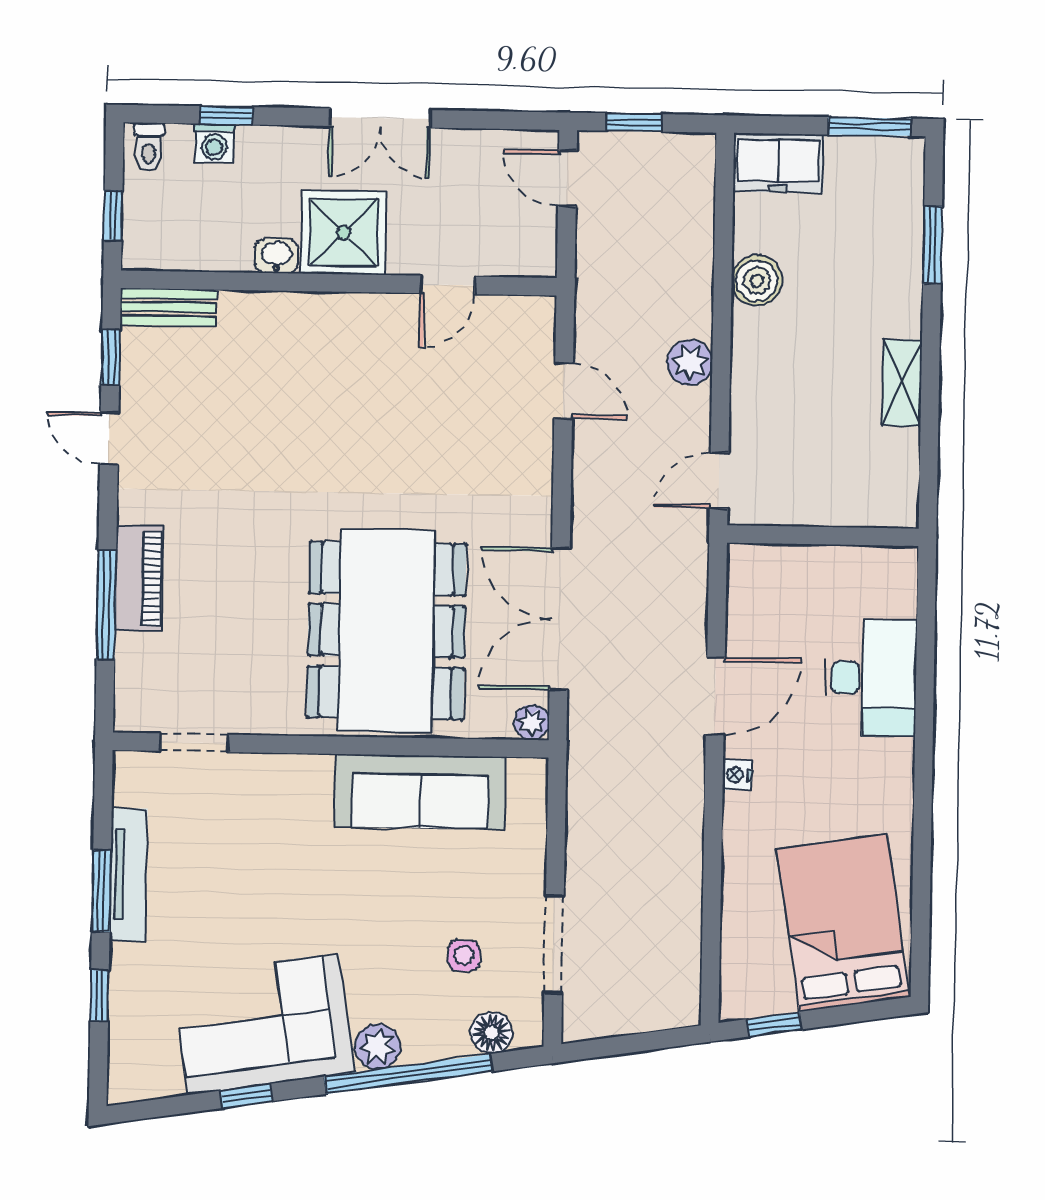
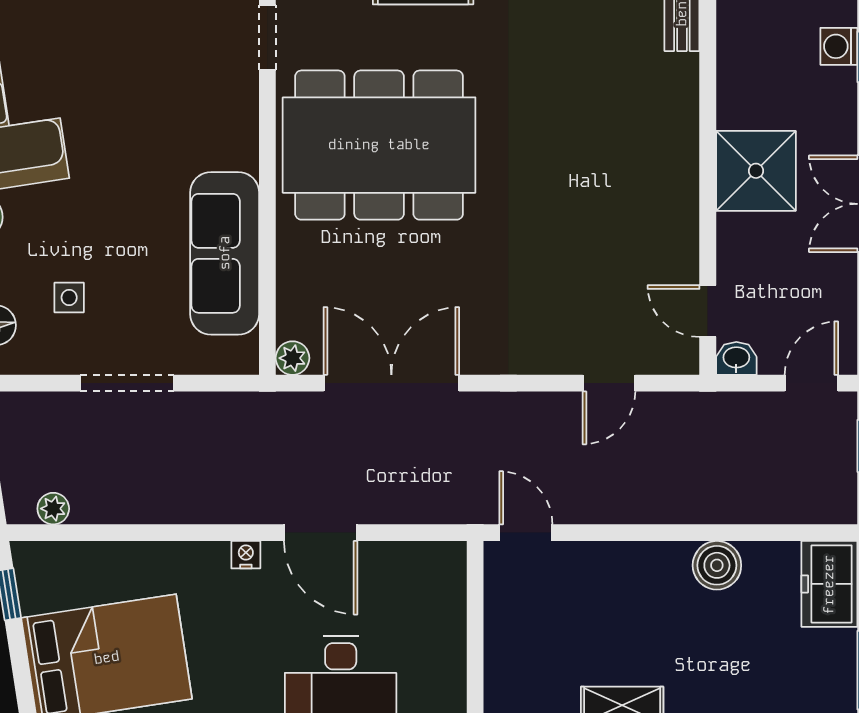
washbasin: (276, 256) -> (736, 358), moved, turned -90
door: (448, 285) -> (708, 311), moved
plant: (690, 363) -> (53, 509), moved, width x0.73, depth x0.73
dining table: (387, 631) -> (379, 145), moved
doorway: (554, 945) -> (127, 383), moved

